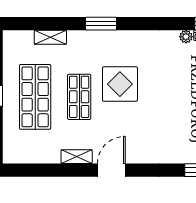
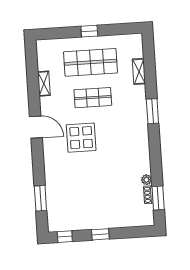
display table: (120, 84) -> (81, 138), moved
shelving: (77, 157) -> (44, 84), moved

